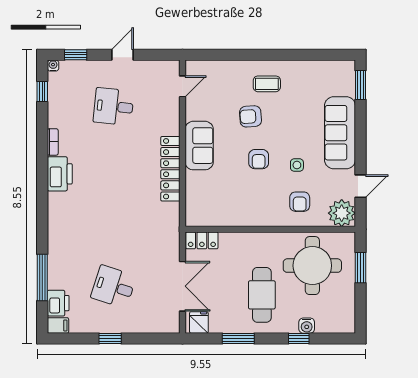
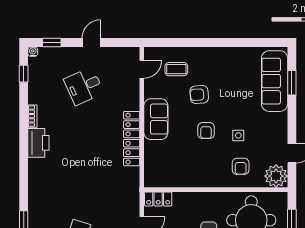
coffee table: (267, 84) -> (176, 69), moved
window: (360, 85) -> (292, 83), moved
desk: (114, 107) -> (84, 86), turned -30
sofa: (340, 133) -> (275, 81), moved

